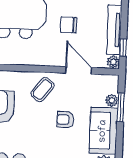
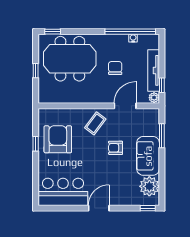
chair: (69, 25) -> (115, 68), turned 90
door: (79, 70) -> (125, 106), hinge flipped
plant: (112, 100) -> (154, 130), removed

